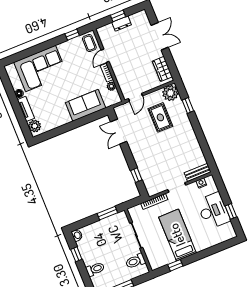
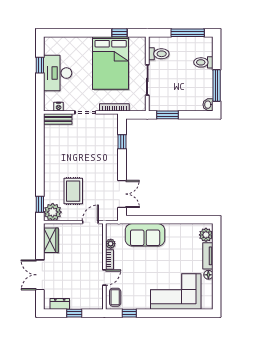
dresser: (122, 23) -> (60, 304), moved
window: (188, 105) -> (40, 204), moved
bed: (177, 235) -> (111, 63), width x1.50
window: (76, 254) -> (217, 86), width x2.17

